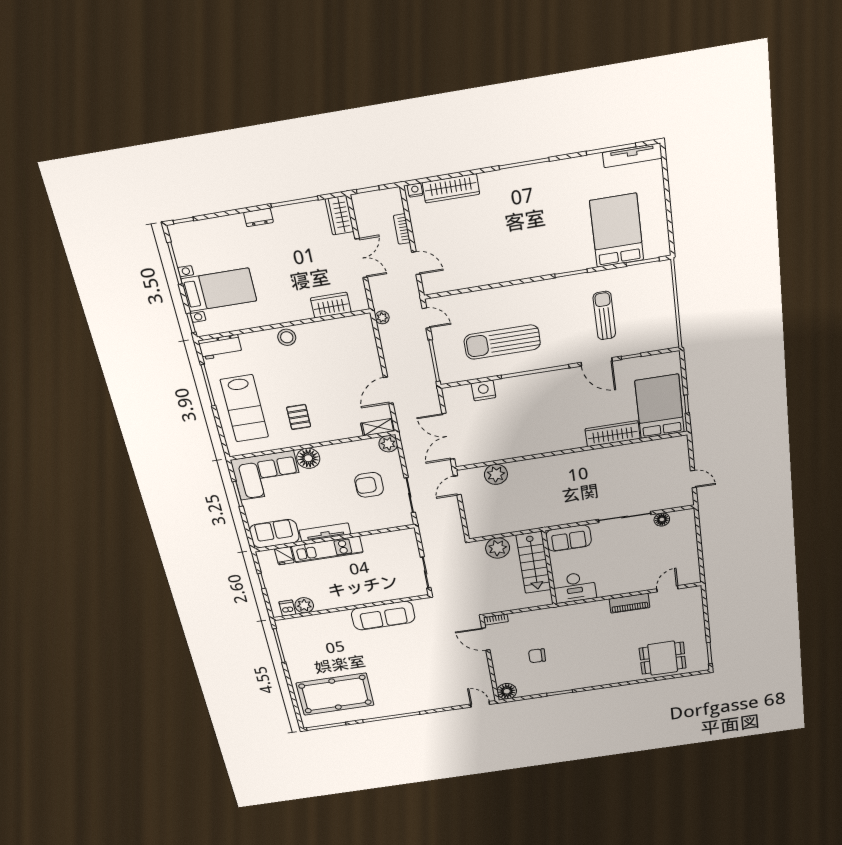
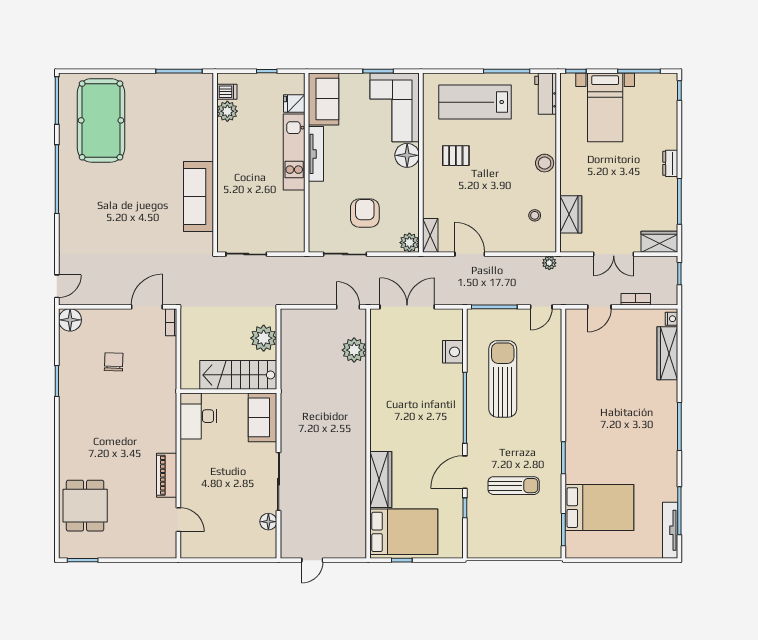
stool: (339, 338) -> (535, 215), added

